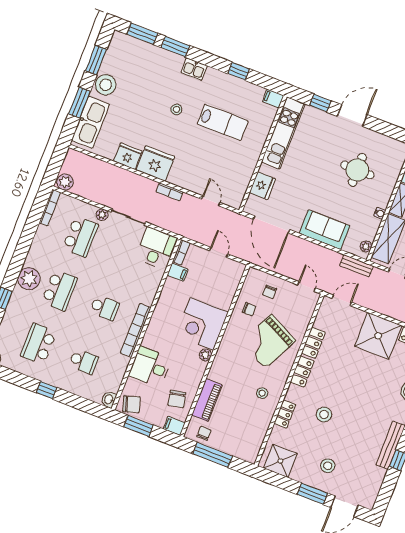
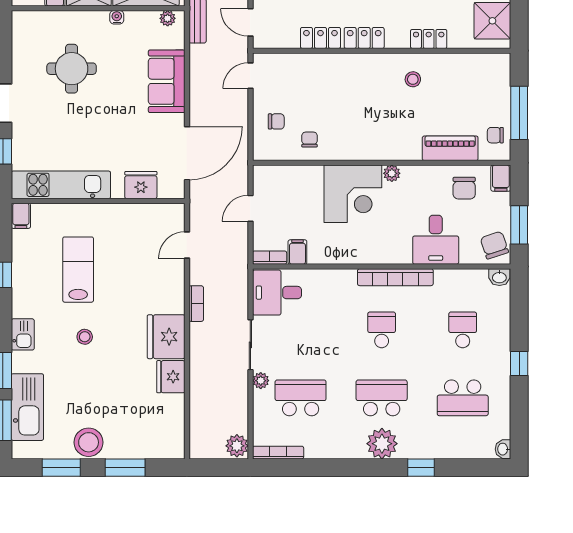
kitchen sink: (90, 122) -> (27, 407), moved, turned 90
grand piano: (268, 341) -> (342, 98), removed
chair: (177, 399) -> (464, 188), turned 102

